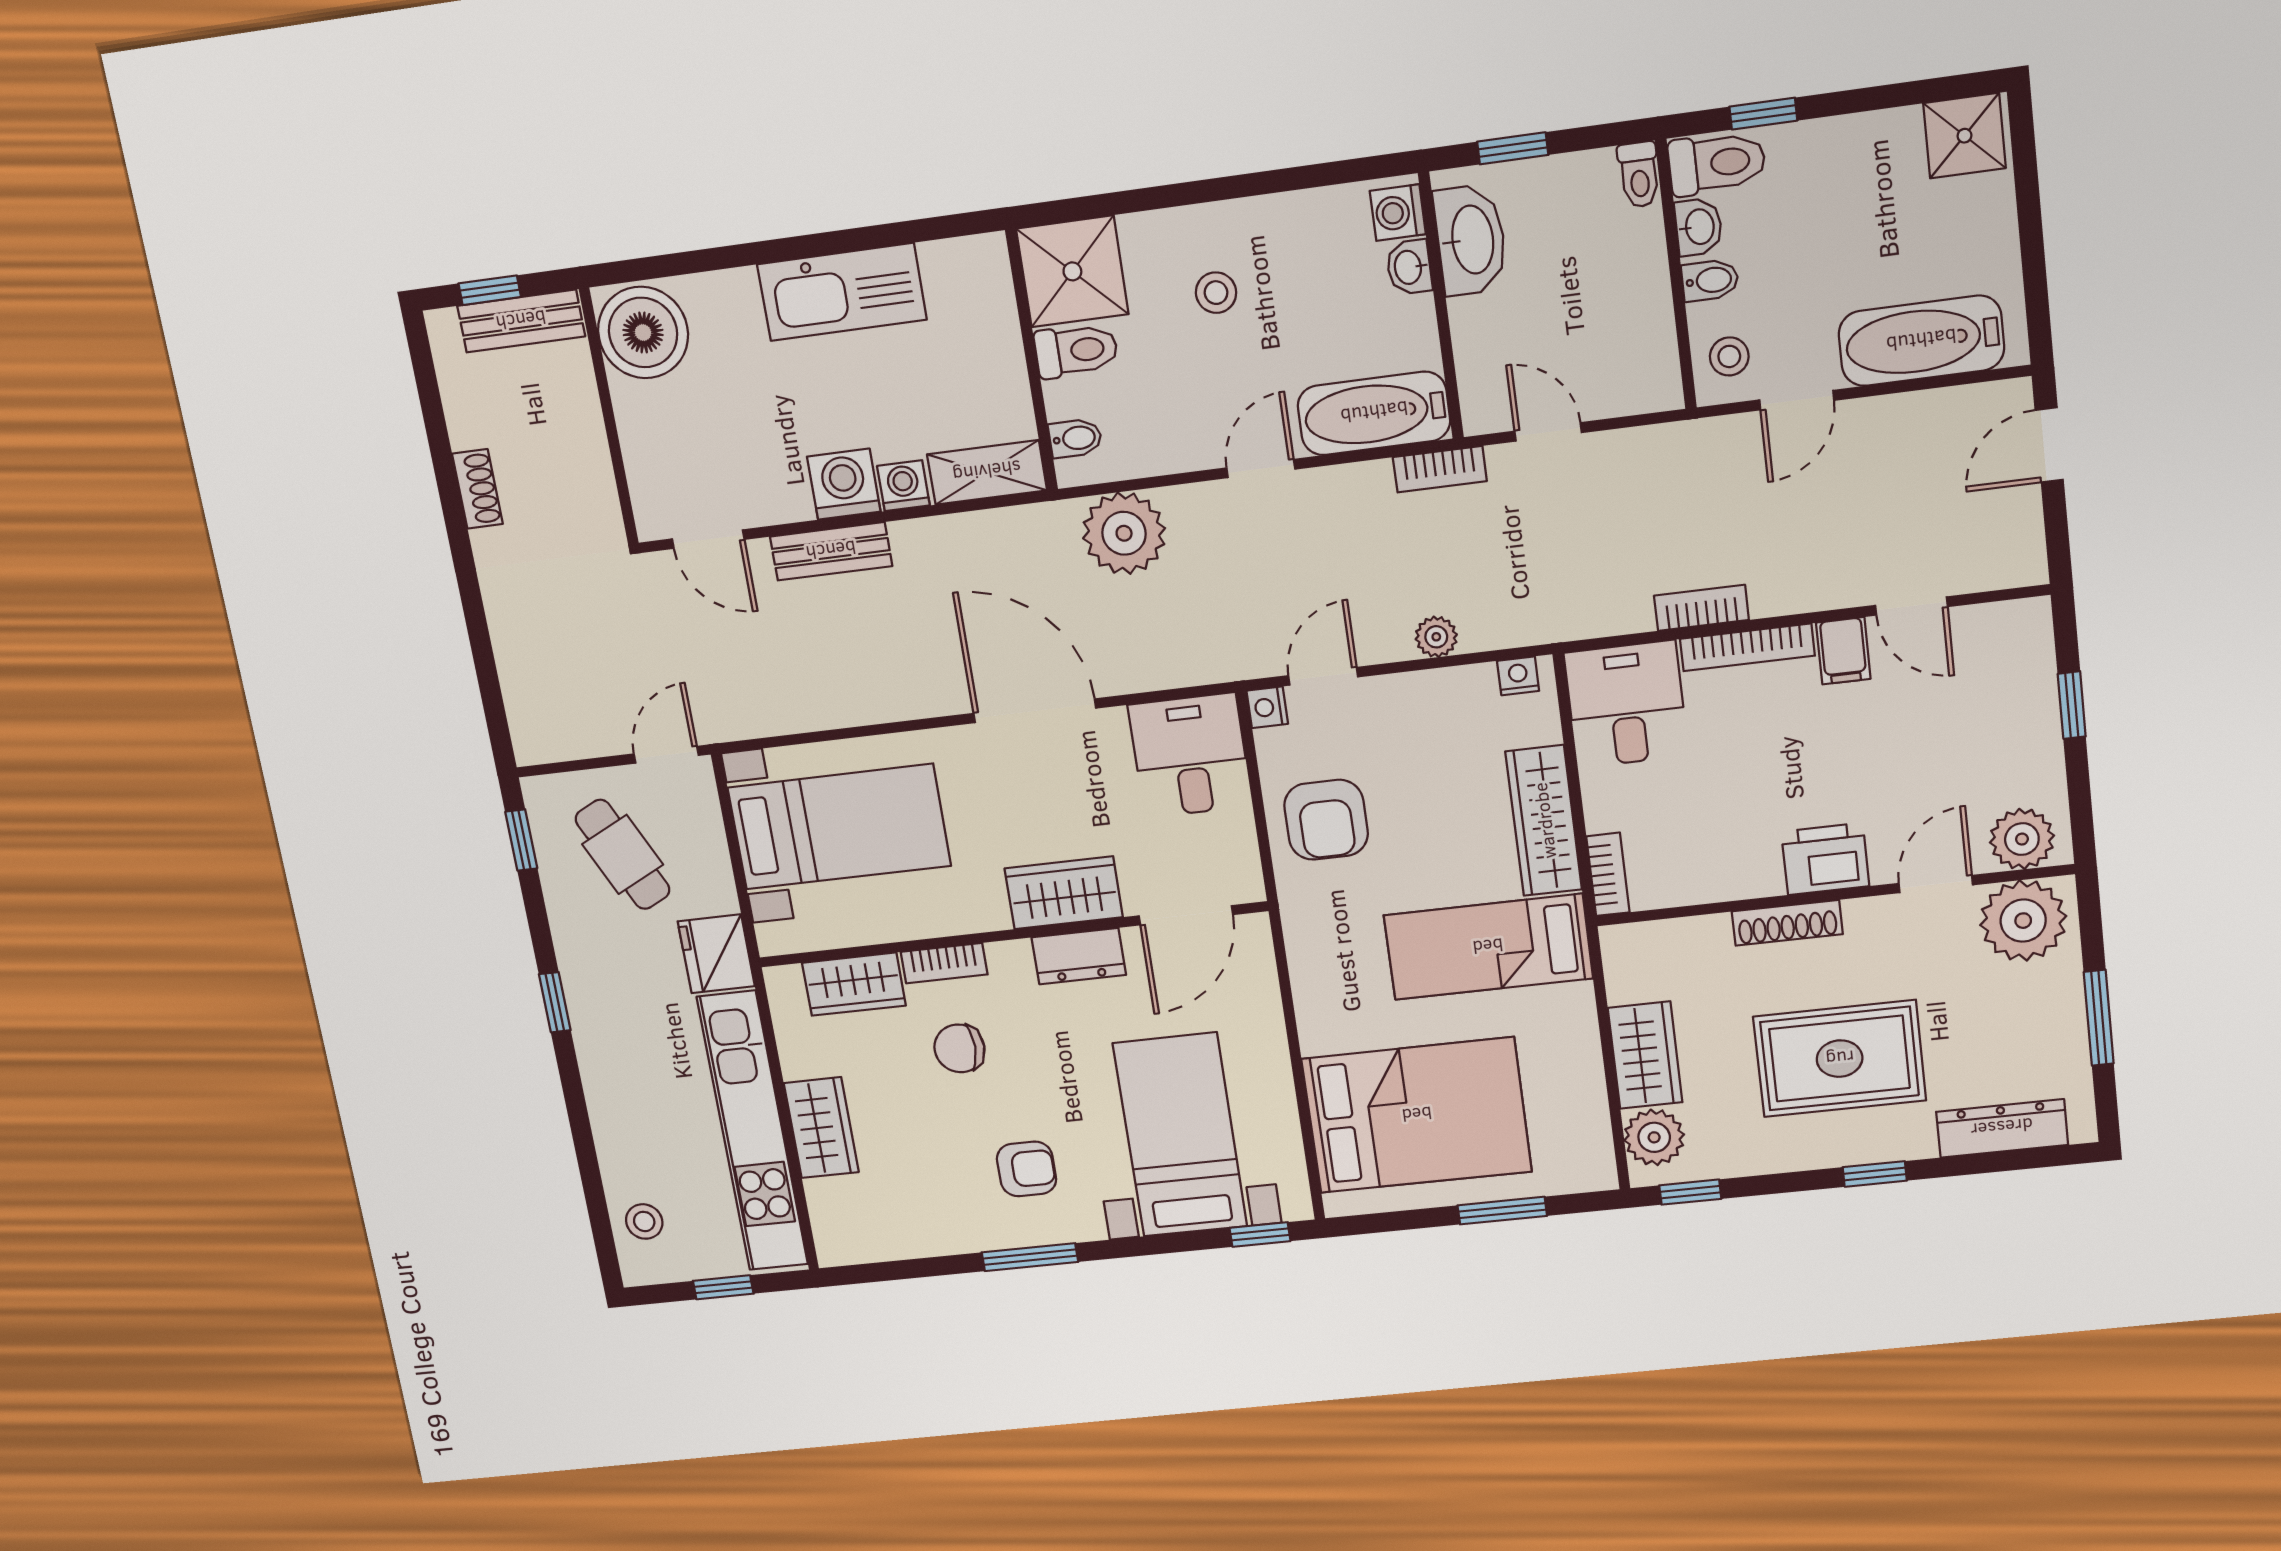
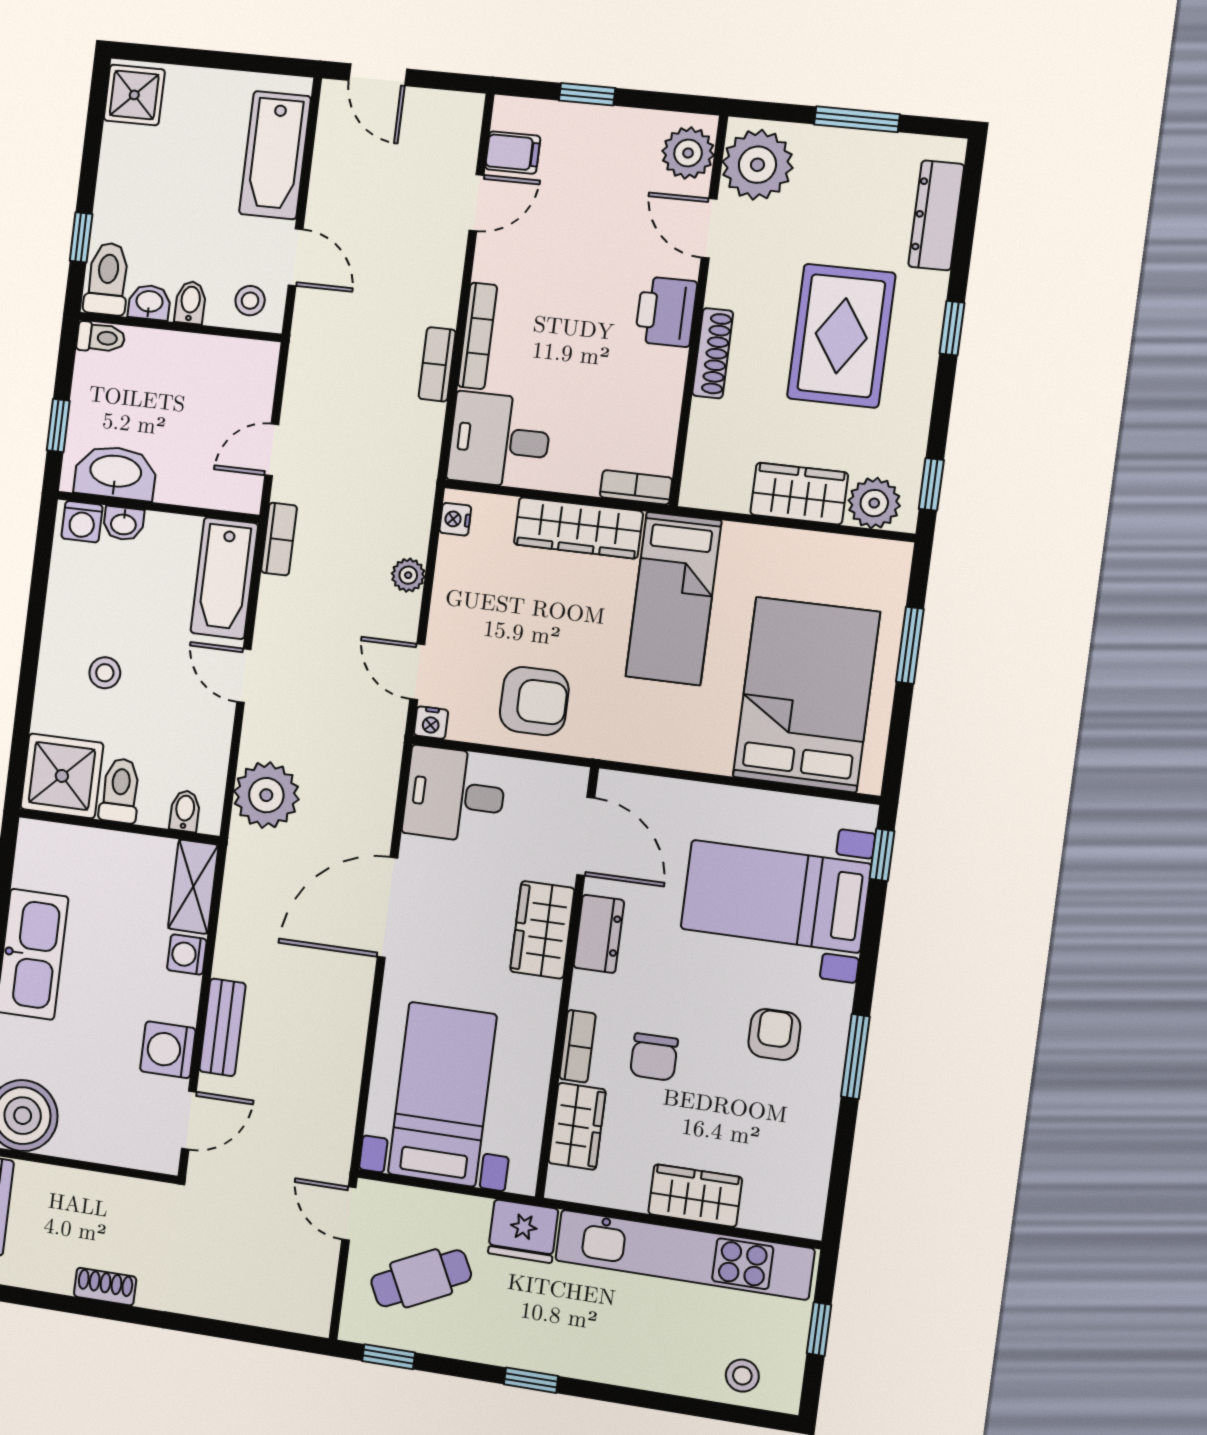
washing machine: (844, 484) -> (168, 1050), moved
filing cabinet: (1843, 651) -> (513, 153), moved

